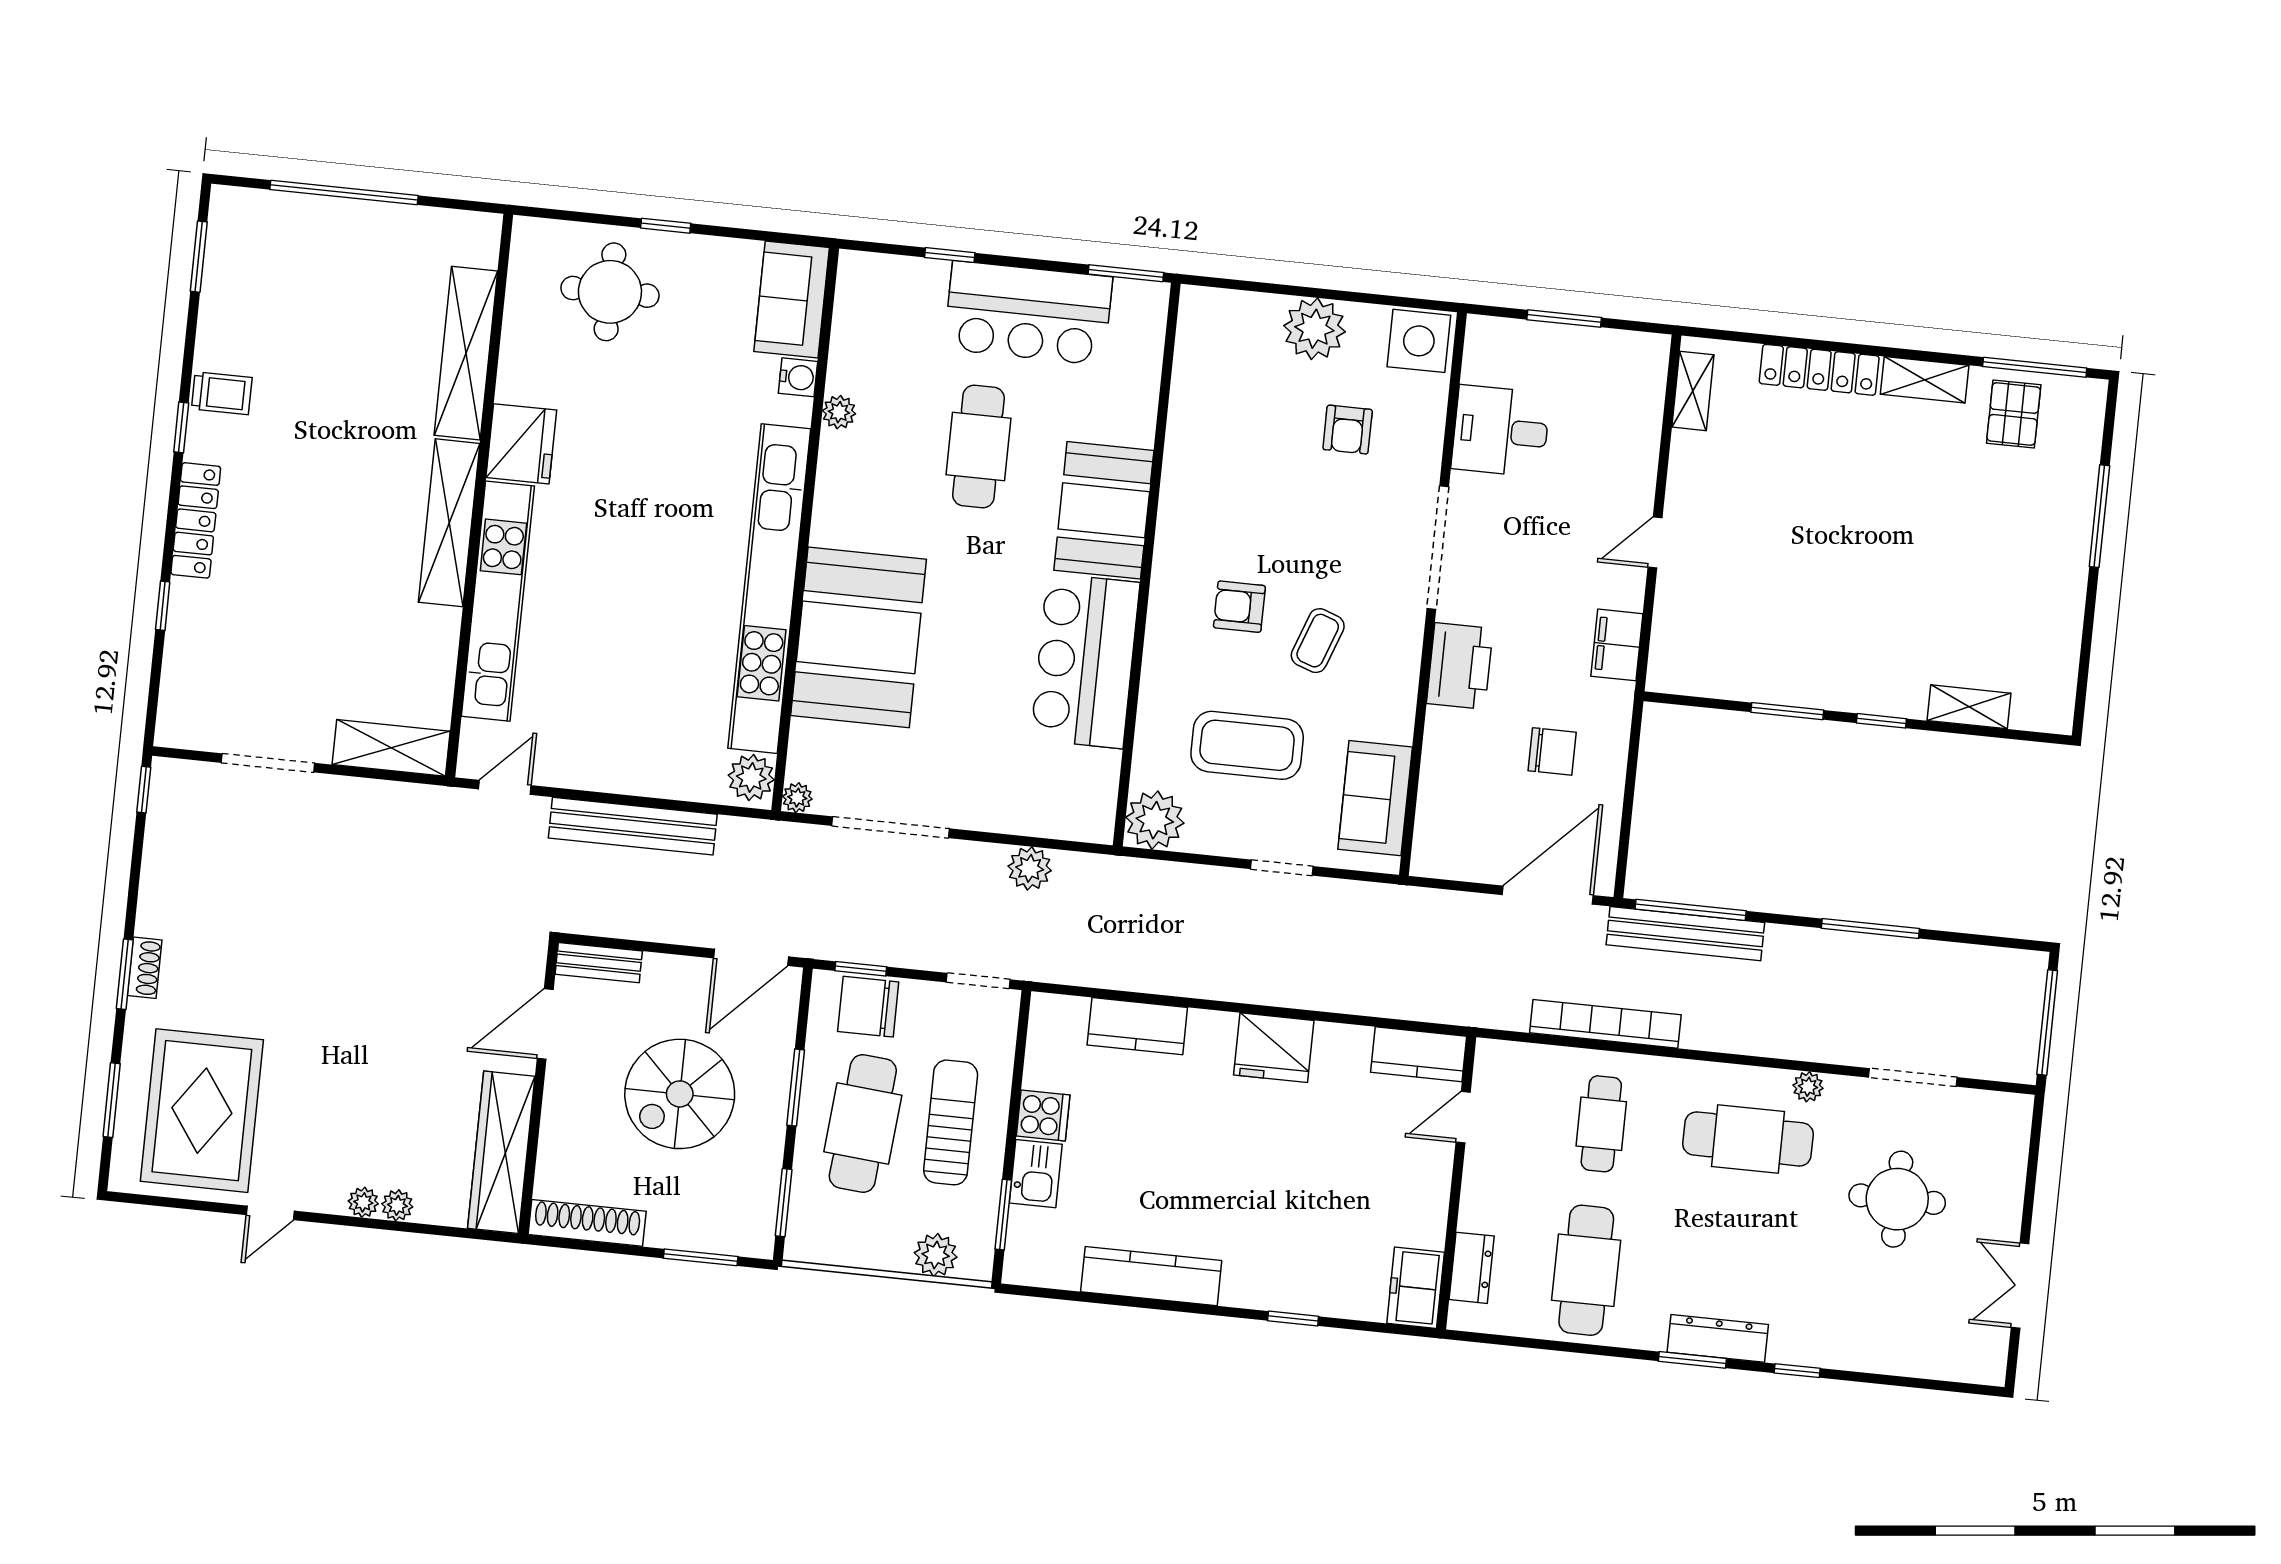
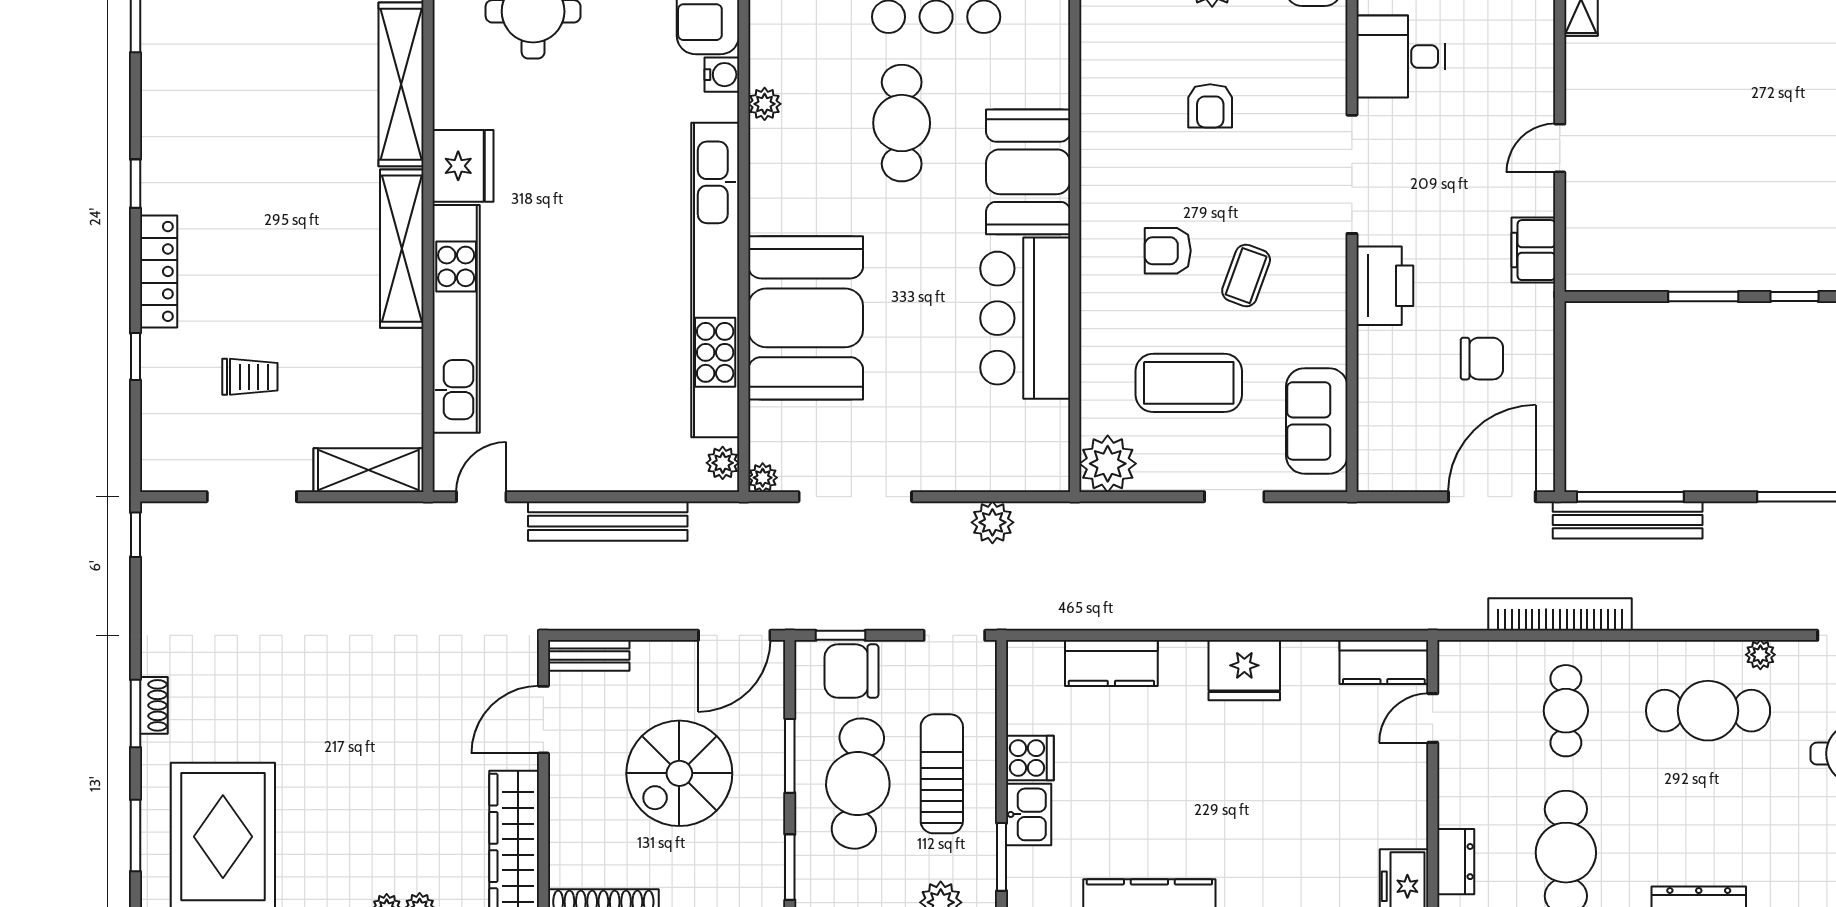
trolley: (222, 393) -> (250, 377), moved
armchair: (1348, 430) -> (1210, 106), moved
plant: (751, 778) -> (723, 463), width x0.73, depth x0.73

